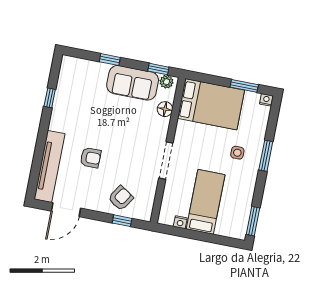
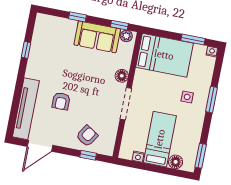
floor lamp: (165, 109) -> (122, 76), moved
armchair: (91, 158) -> (61, 101), turned 90
floor lamp: (224, 228) -> (176, 162), added

